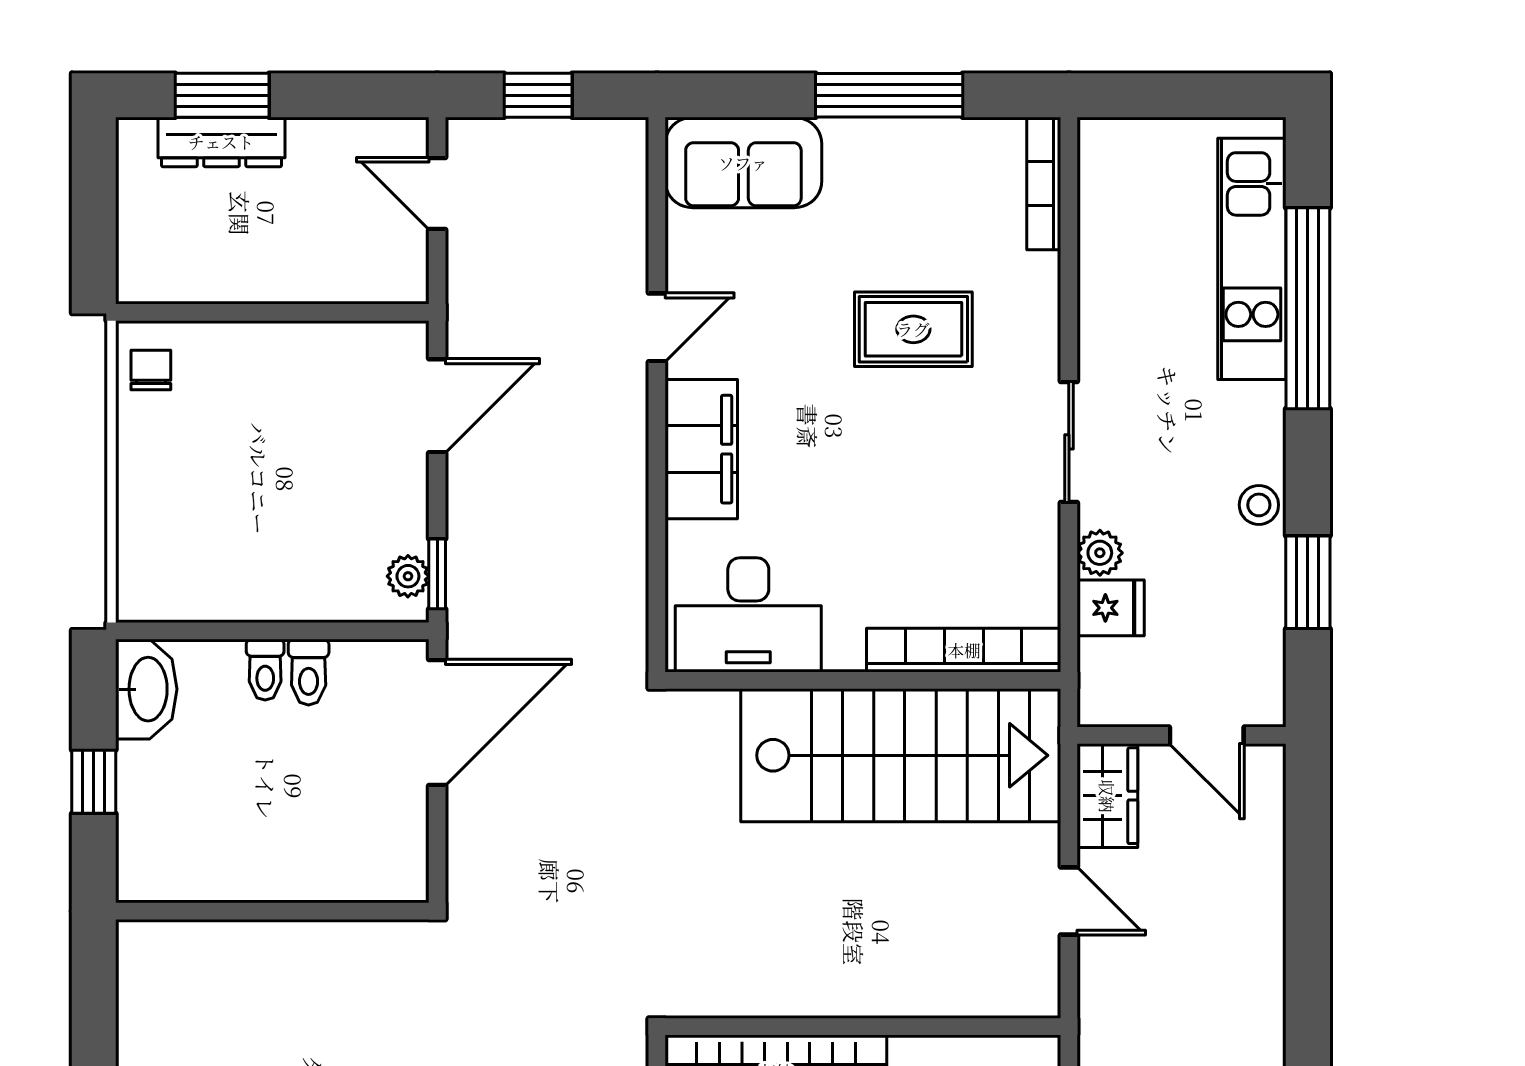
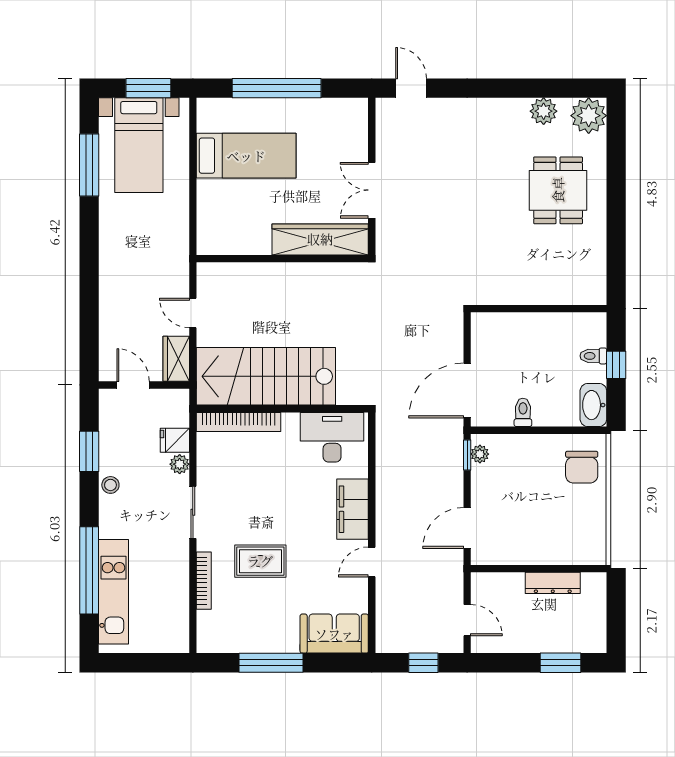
dresser: (221, 142) -> (553, 583), moved, turned 180
bookcase: (1044, 184) -> (204, 581), moved
chair: (151, 370) -> (582, 467), moved, width x1.87, depth x1.87
toilet: (265, 670) -> (593, 356), moved, turned -90

